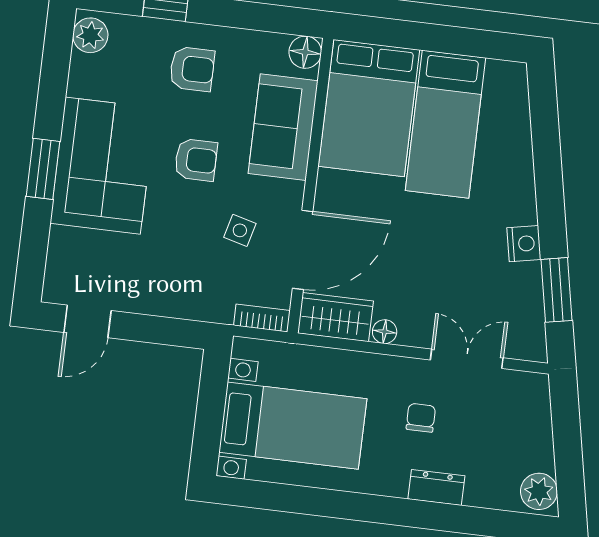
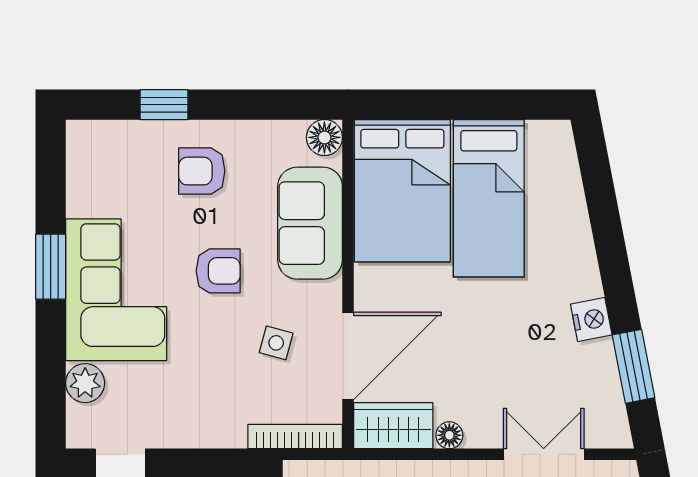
plant: (90, 35) -> (85, 383), moved
armchair: (192, 69) -> (202, 171), turned 180
window: (43, 169) -> (51, 267), moved
bookcase: (262, 318) -> (295, 437), width x1.56

